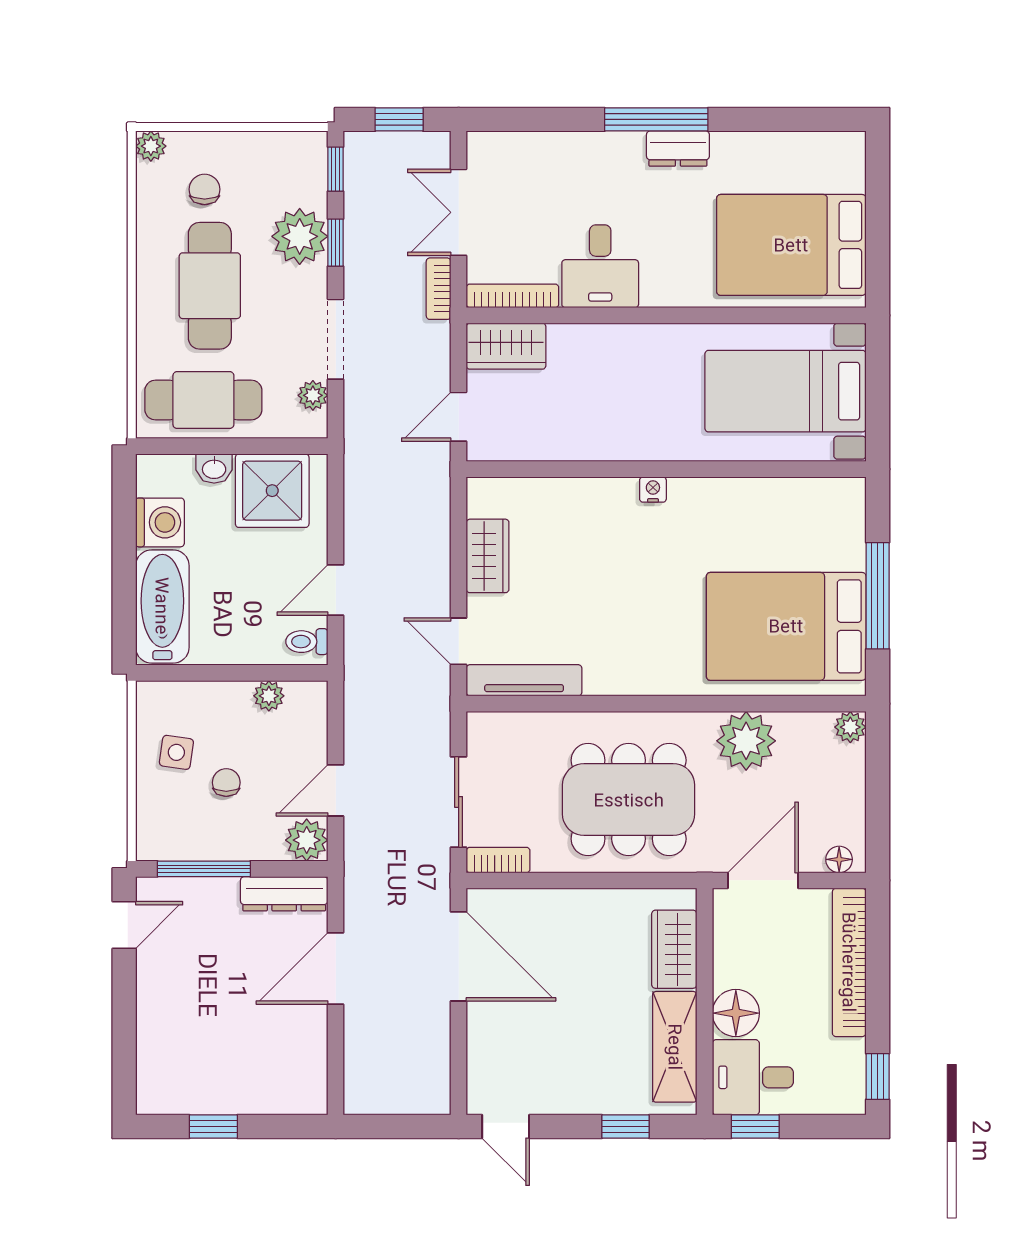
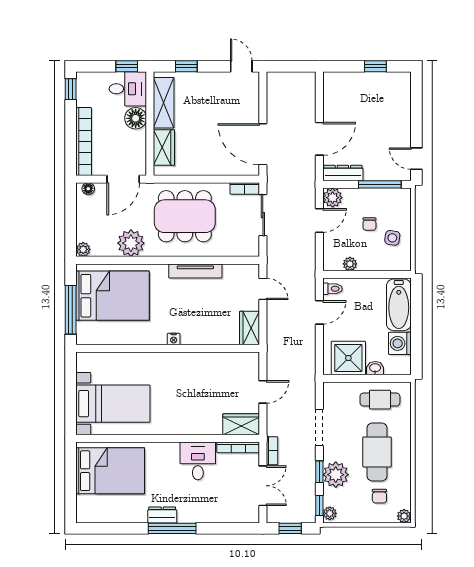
plant: (313, 395) -> (330, 513), moved
cafe table: (203, 400) -> (380, 400), width x0.73, depth x0.74
wall: (666, 469) -> (168, 348), moved
nightstand: (653, 490) -> (174, 339), moved
tv unit: (524, 680) -> (195, 271), moved
door: (124, 925) -> (416, 159), hinge flipped

